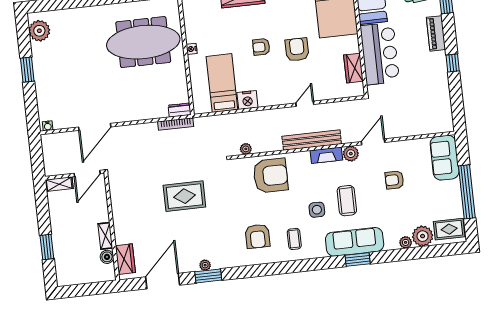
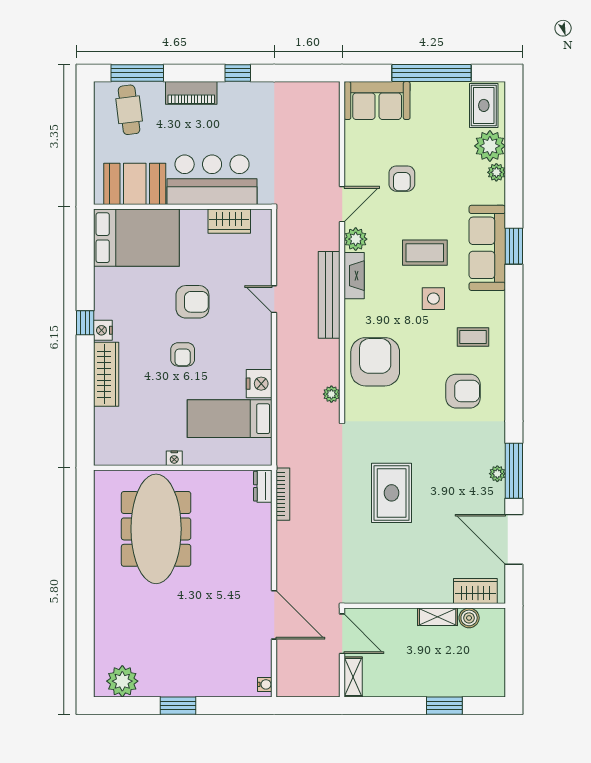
armchair: (297, 50) -> (192, 302), turned 180
door: (373, 142) -> (342, 204), swing flipped
window: (208, 276) -> (514, 471), width x1.44

